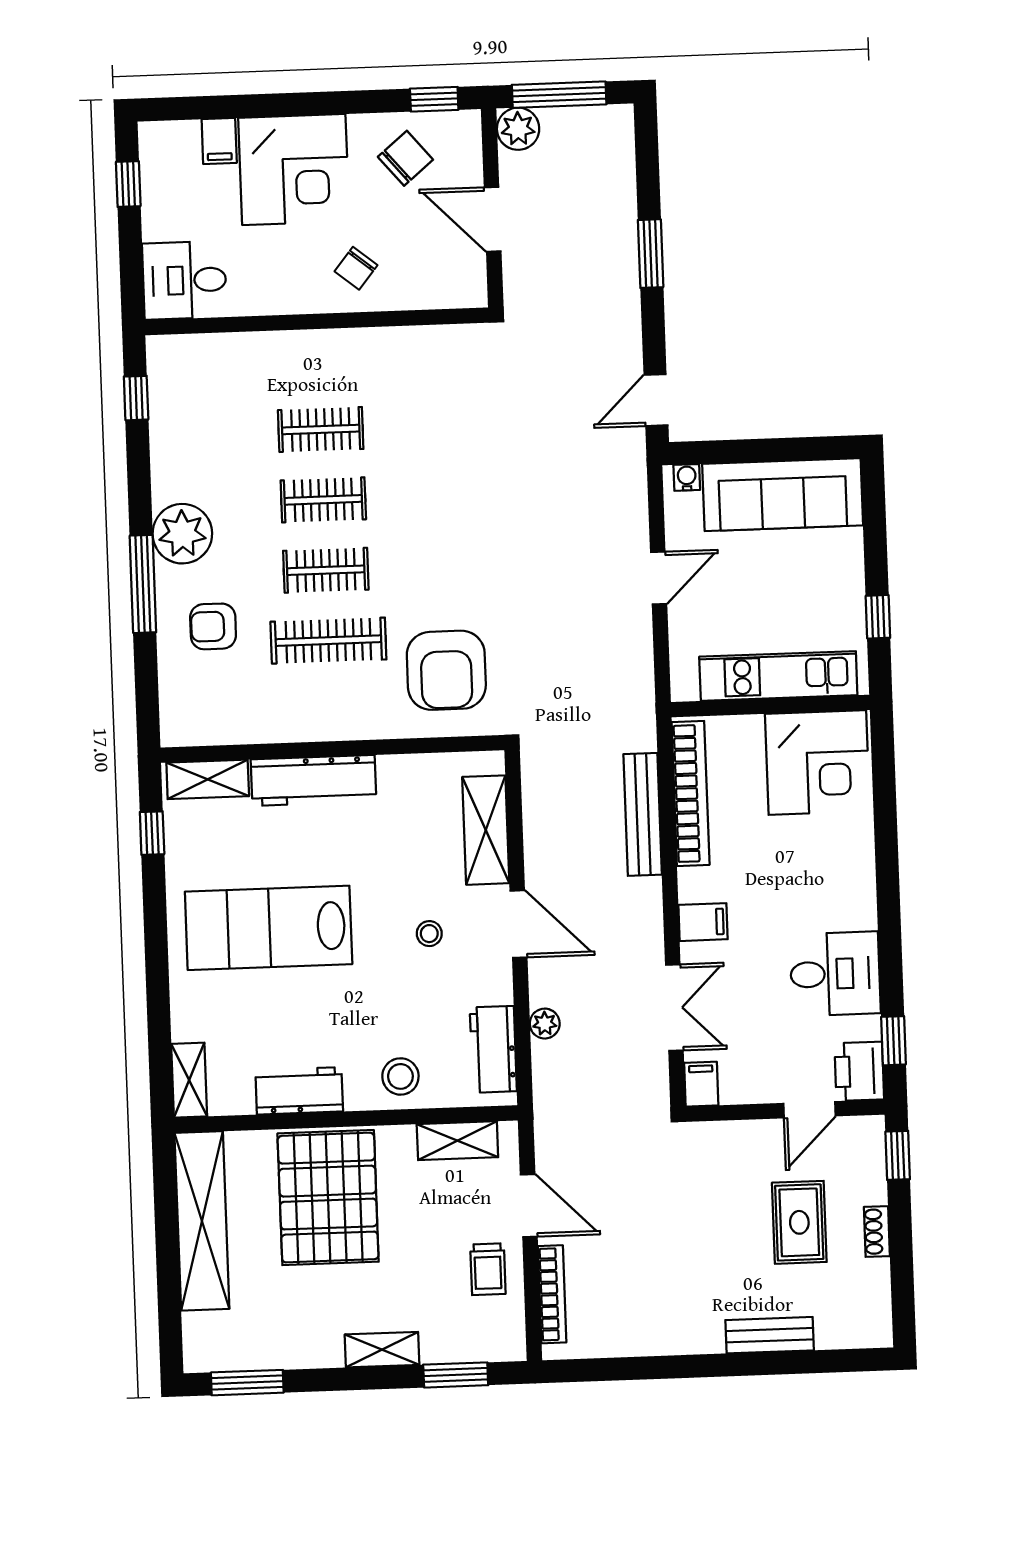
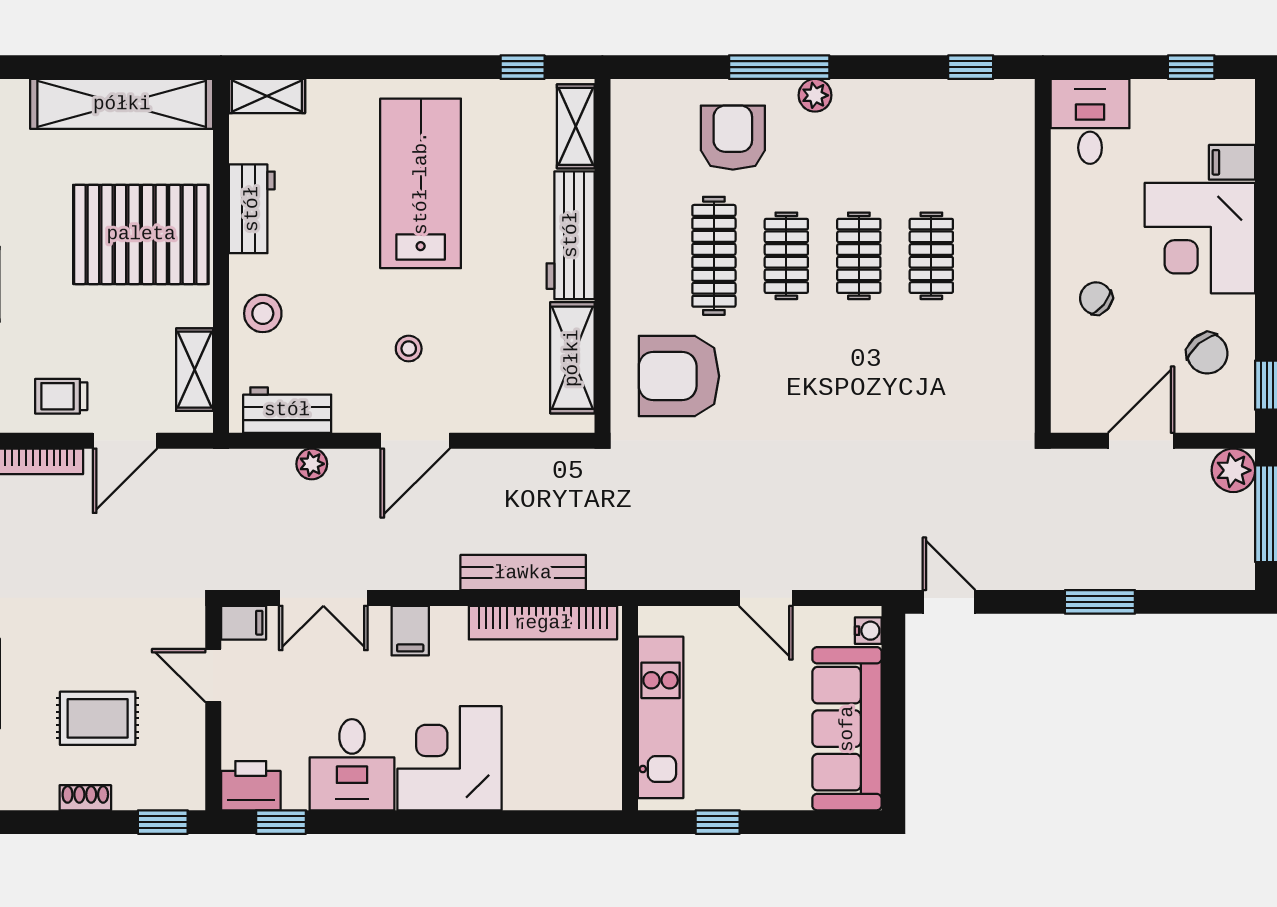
plant: (182, 534) -> (815, 95), width x0.53, depth x0.53
armchair: (213, 626) -> (733, 138), width x1.38, depth x1.38
corner desk: (817, 763) -> (450, 758), moved, turned 90
shelving: (486, 830) -> (572, 358), moved, turned 90
door: (810, 1110) -> (213, 676), moved

